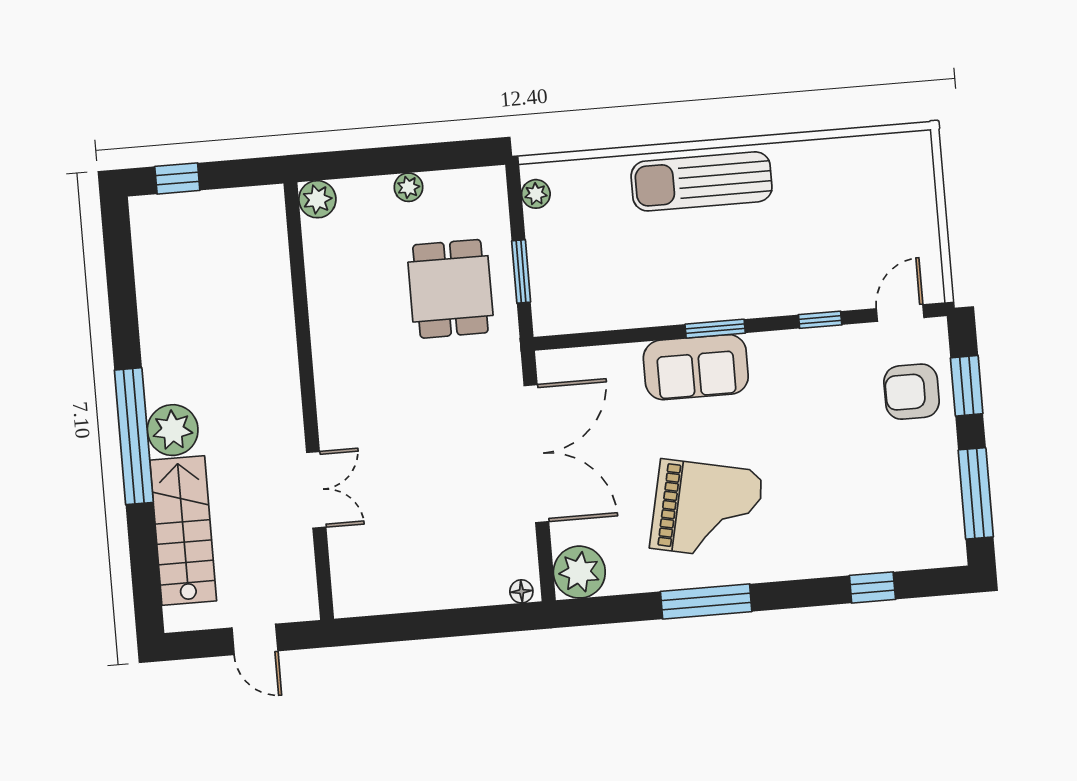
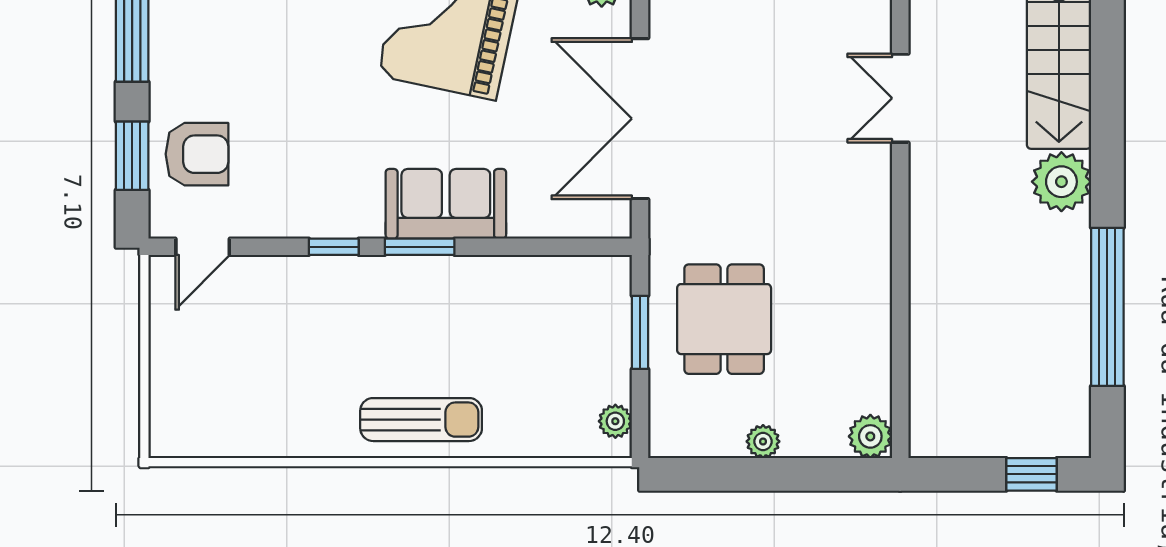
sun lounger: (702, 181) -> (421, 420), width x0.73, depth x0.75
window: (820, 320) -> (334, 247), moved
window: (134, 436) -> (1107, 307), moved

